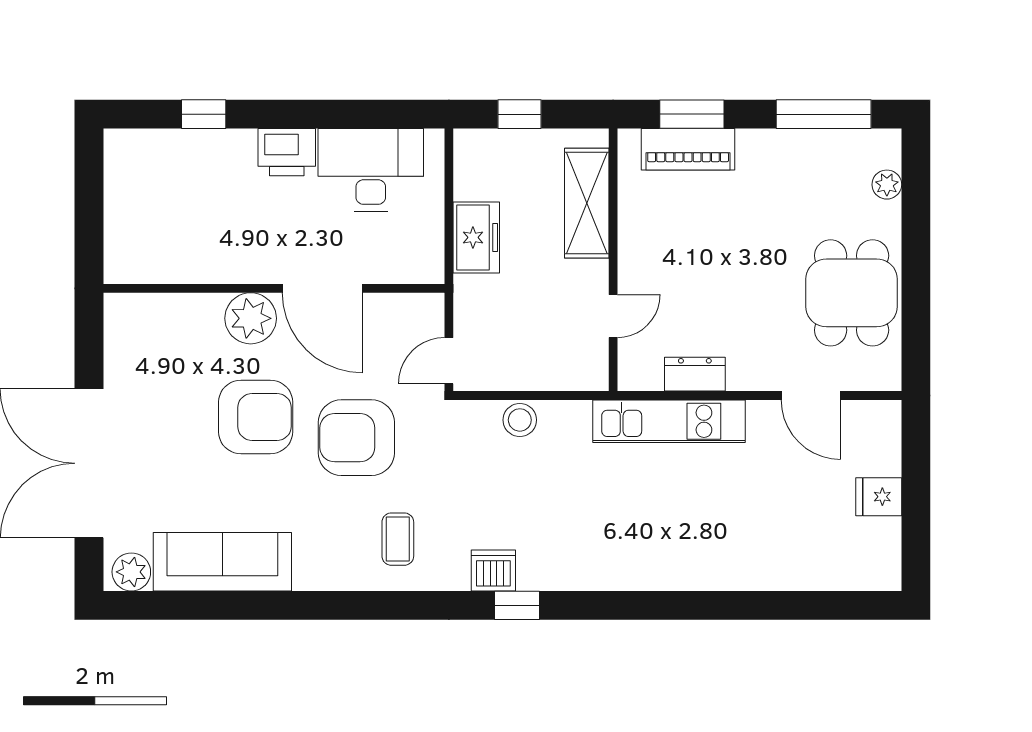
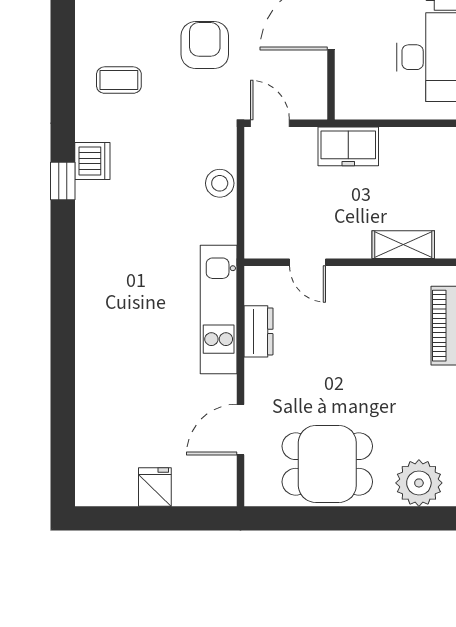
plant: (887, 185) -> (419, 483), width x1.87, depth x1.87
shelving: (587, 203) -> (403, 245), width x0.67, depth x0.75
freezer: (476, 237) -> (348, 146), moved
armchair: (356, 438) -> (205, 45), width x0.73, depth x0.73

